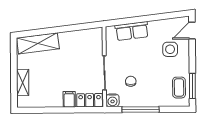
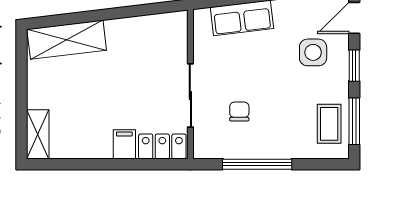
window: (192, 56) -> (354, 66), added
shelving: (23, 83) -> (38, 134), moved
water cooler: (113, 100) -> (205, 147), removed

